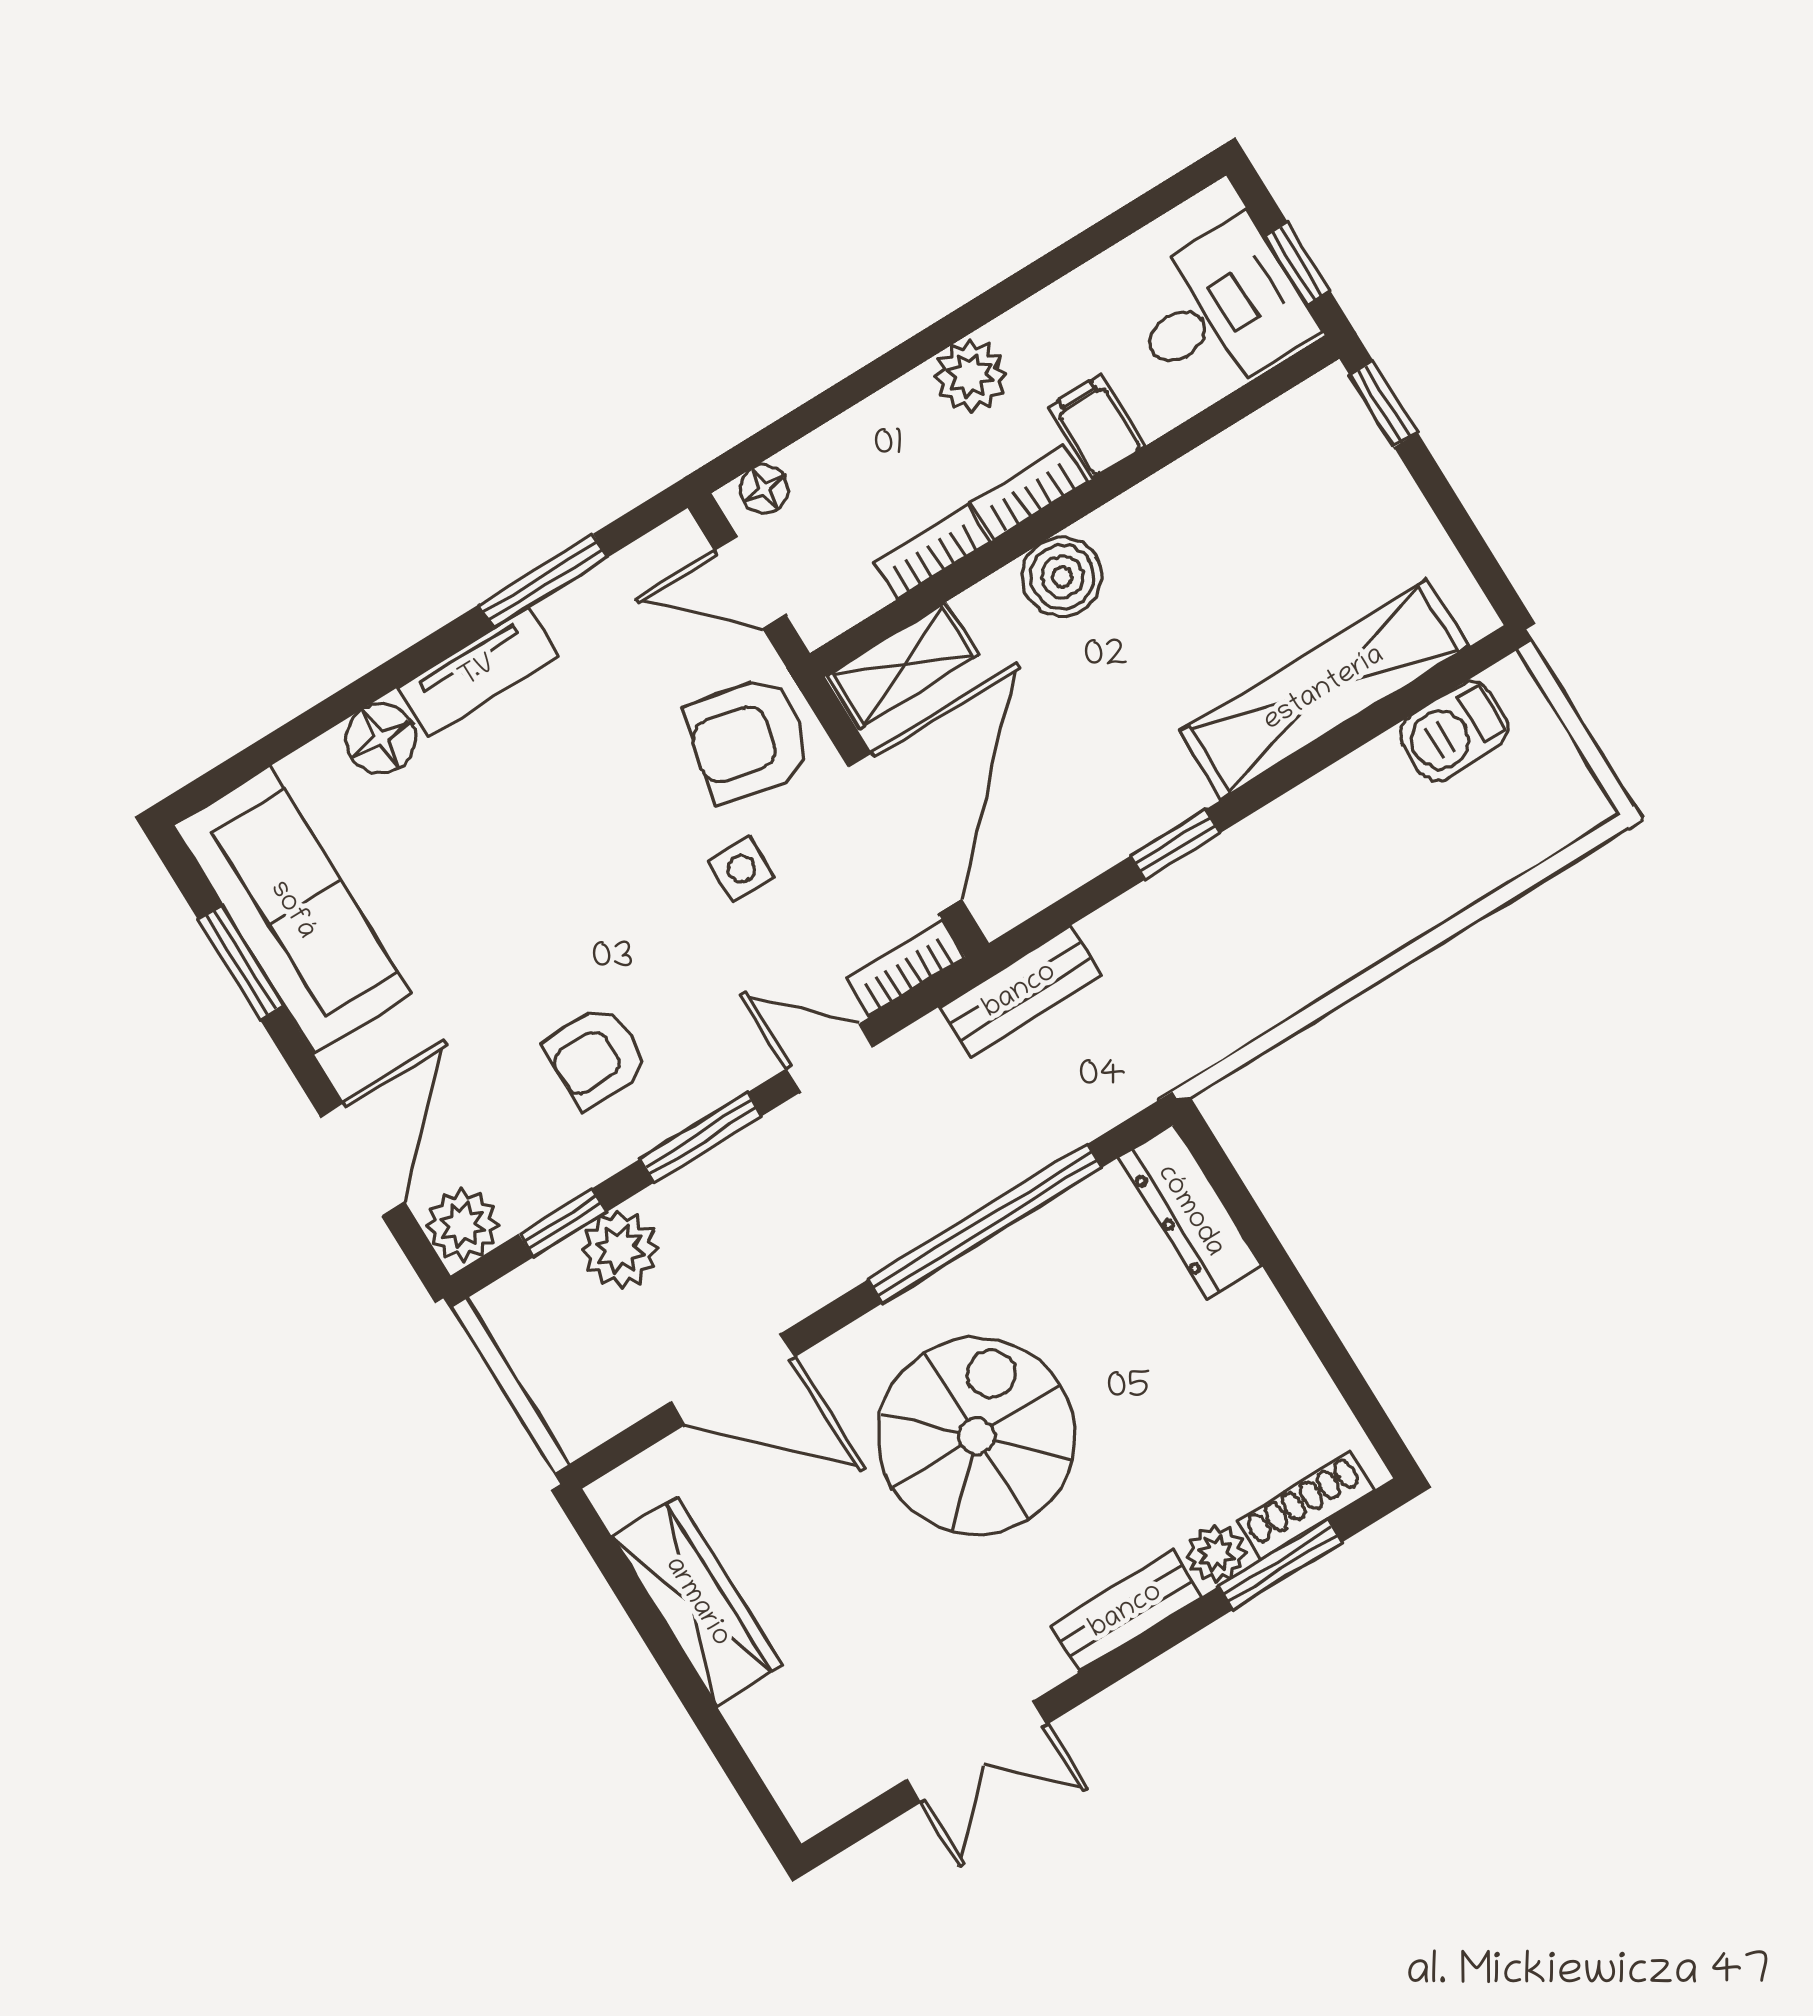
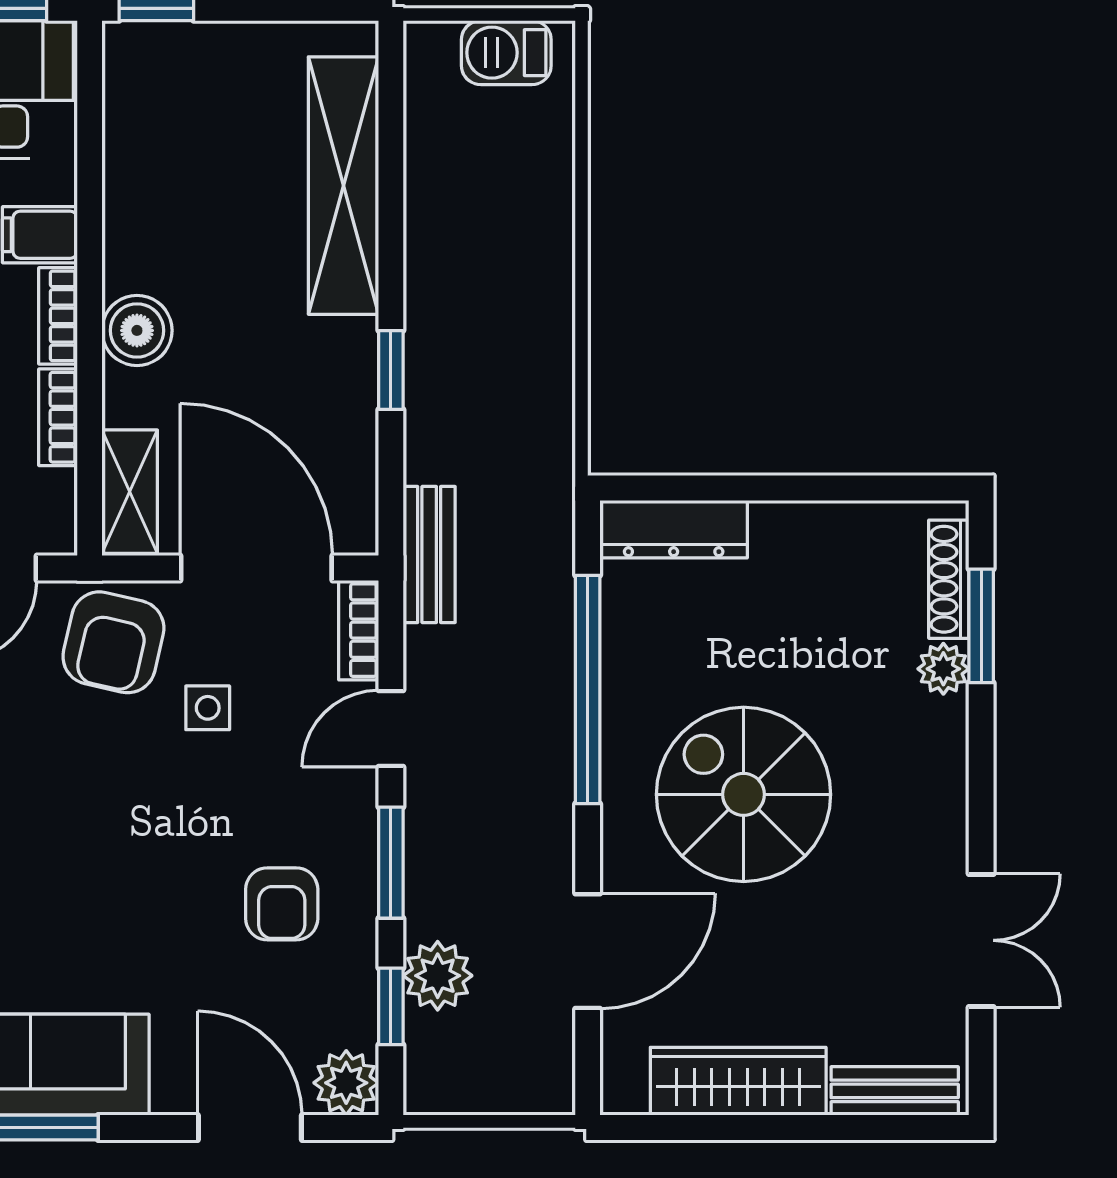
barbecue: (1454, 731) -> (506, 53), moved, turned 90
bench: (1126, 1611) -> (895, 1091), moved, turned 90

